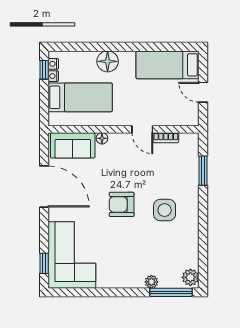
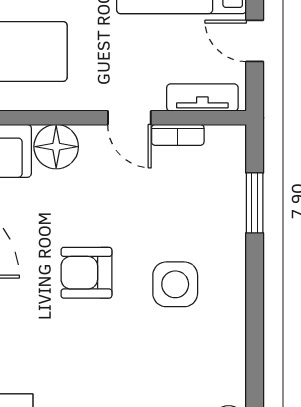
tv unit: (178, 120) -> (202, 98), added
floor lamp: (102, 138) -> (56, 147), width x1.89, depth x1.89

